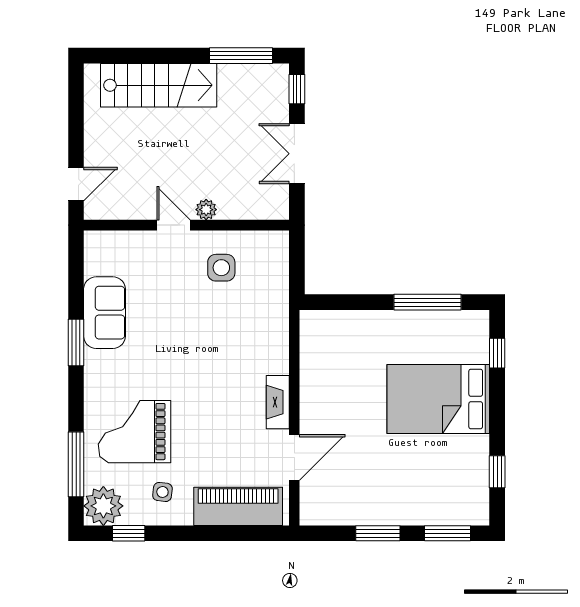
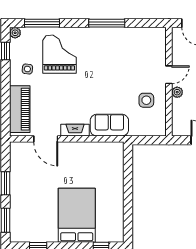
window: (427, 302) -> (128, 210), removed
sofa: (105, 313) -> (109, 125), moved, turned 180
window: (76, 342) -> (107, 23), width x1.44
plant: (103, 506) -> (15, 33), width x0.53, depth x0.53

